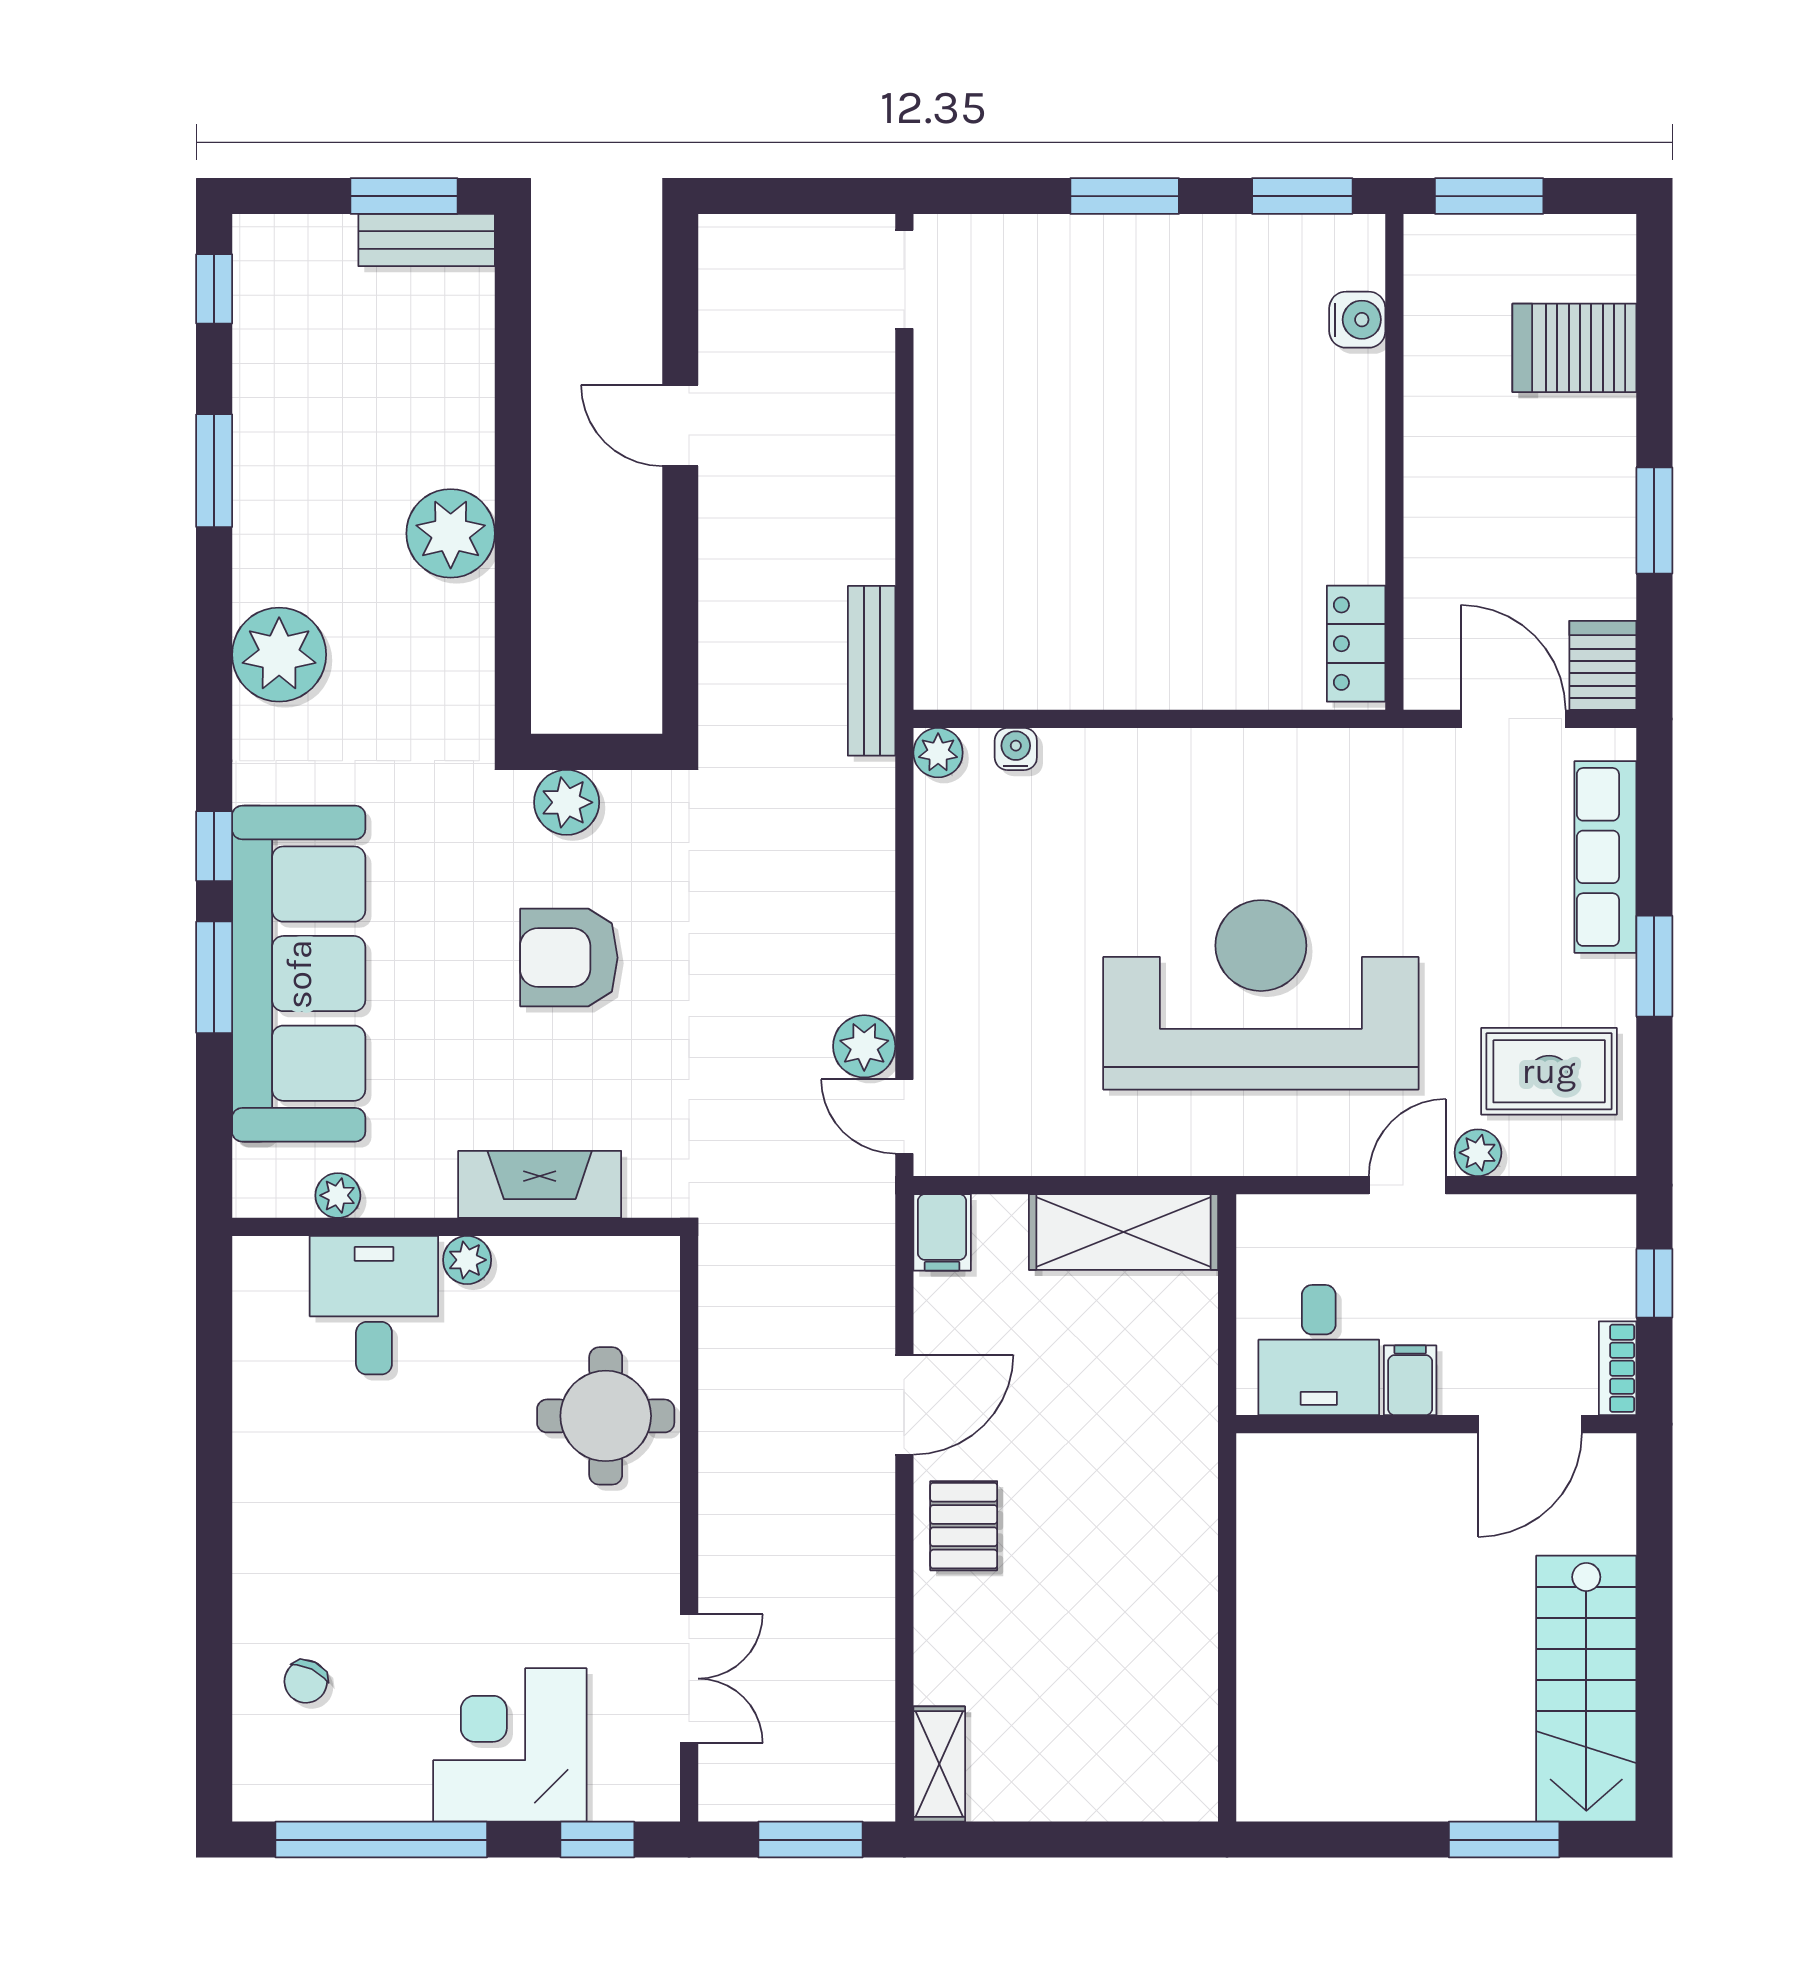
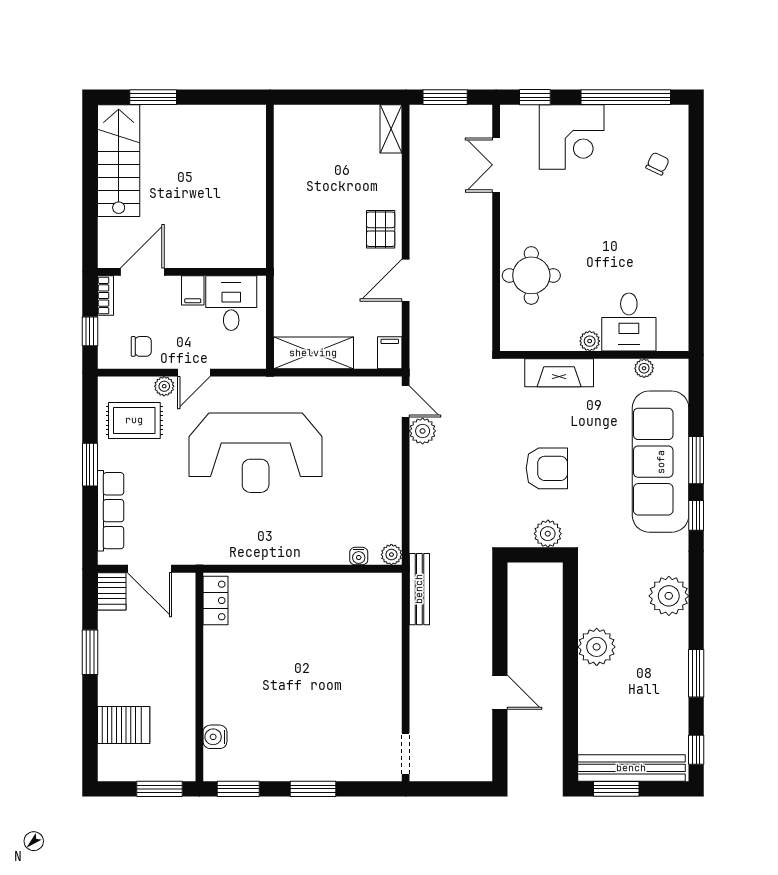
bench: (427, 240) -> (631, 768), width x1.86, depth x1.21
chair: (1533, 1247) -> (141, 346), added

